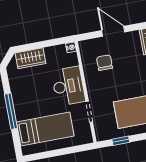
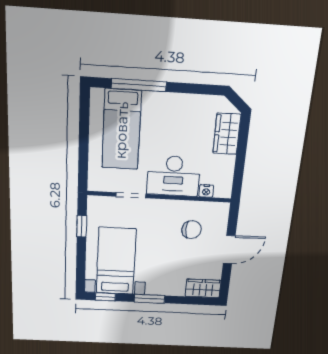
nightstand: (71, 47) -> (206, 191), moved
window: (11, 111) -> (139, 85), moved

